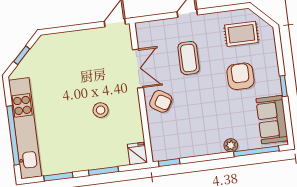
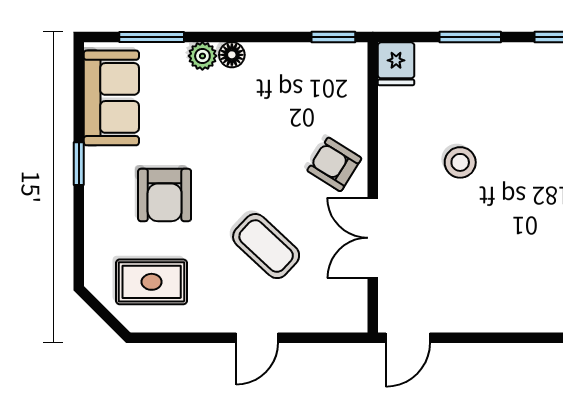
coffee table: (189, 58) -> (266, 246), turned -47
floor lamp: (217, 148) -> (232, 55), added
window: (256, 151) -> (152, 37), width x0.69

